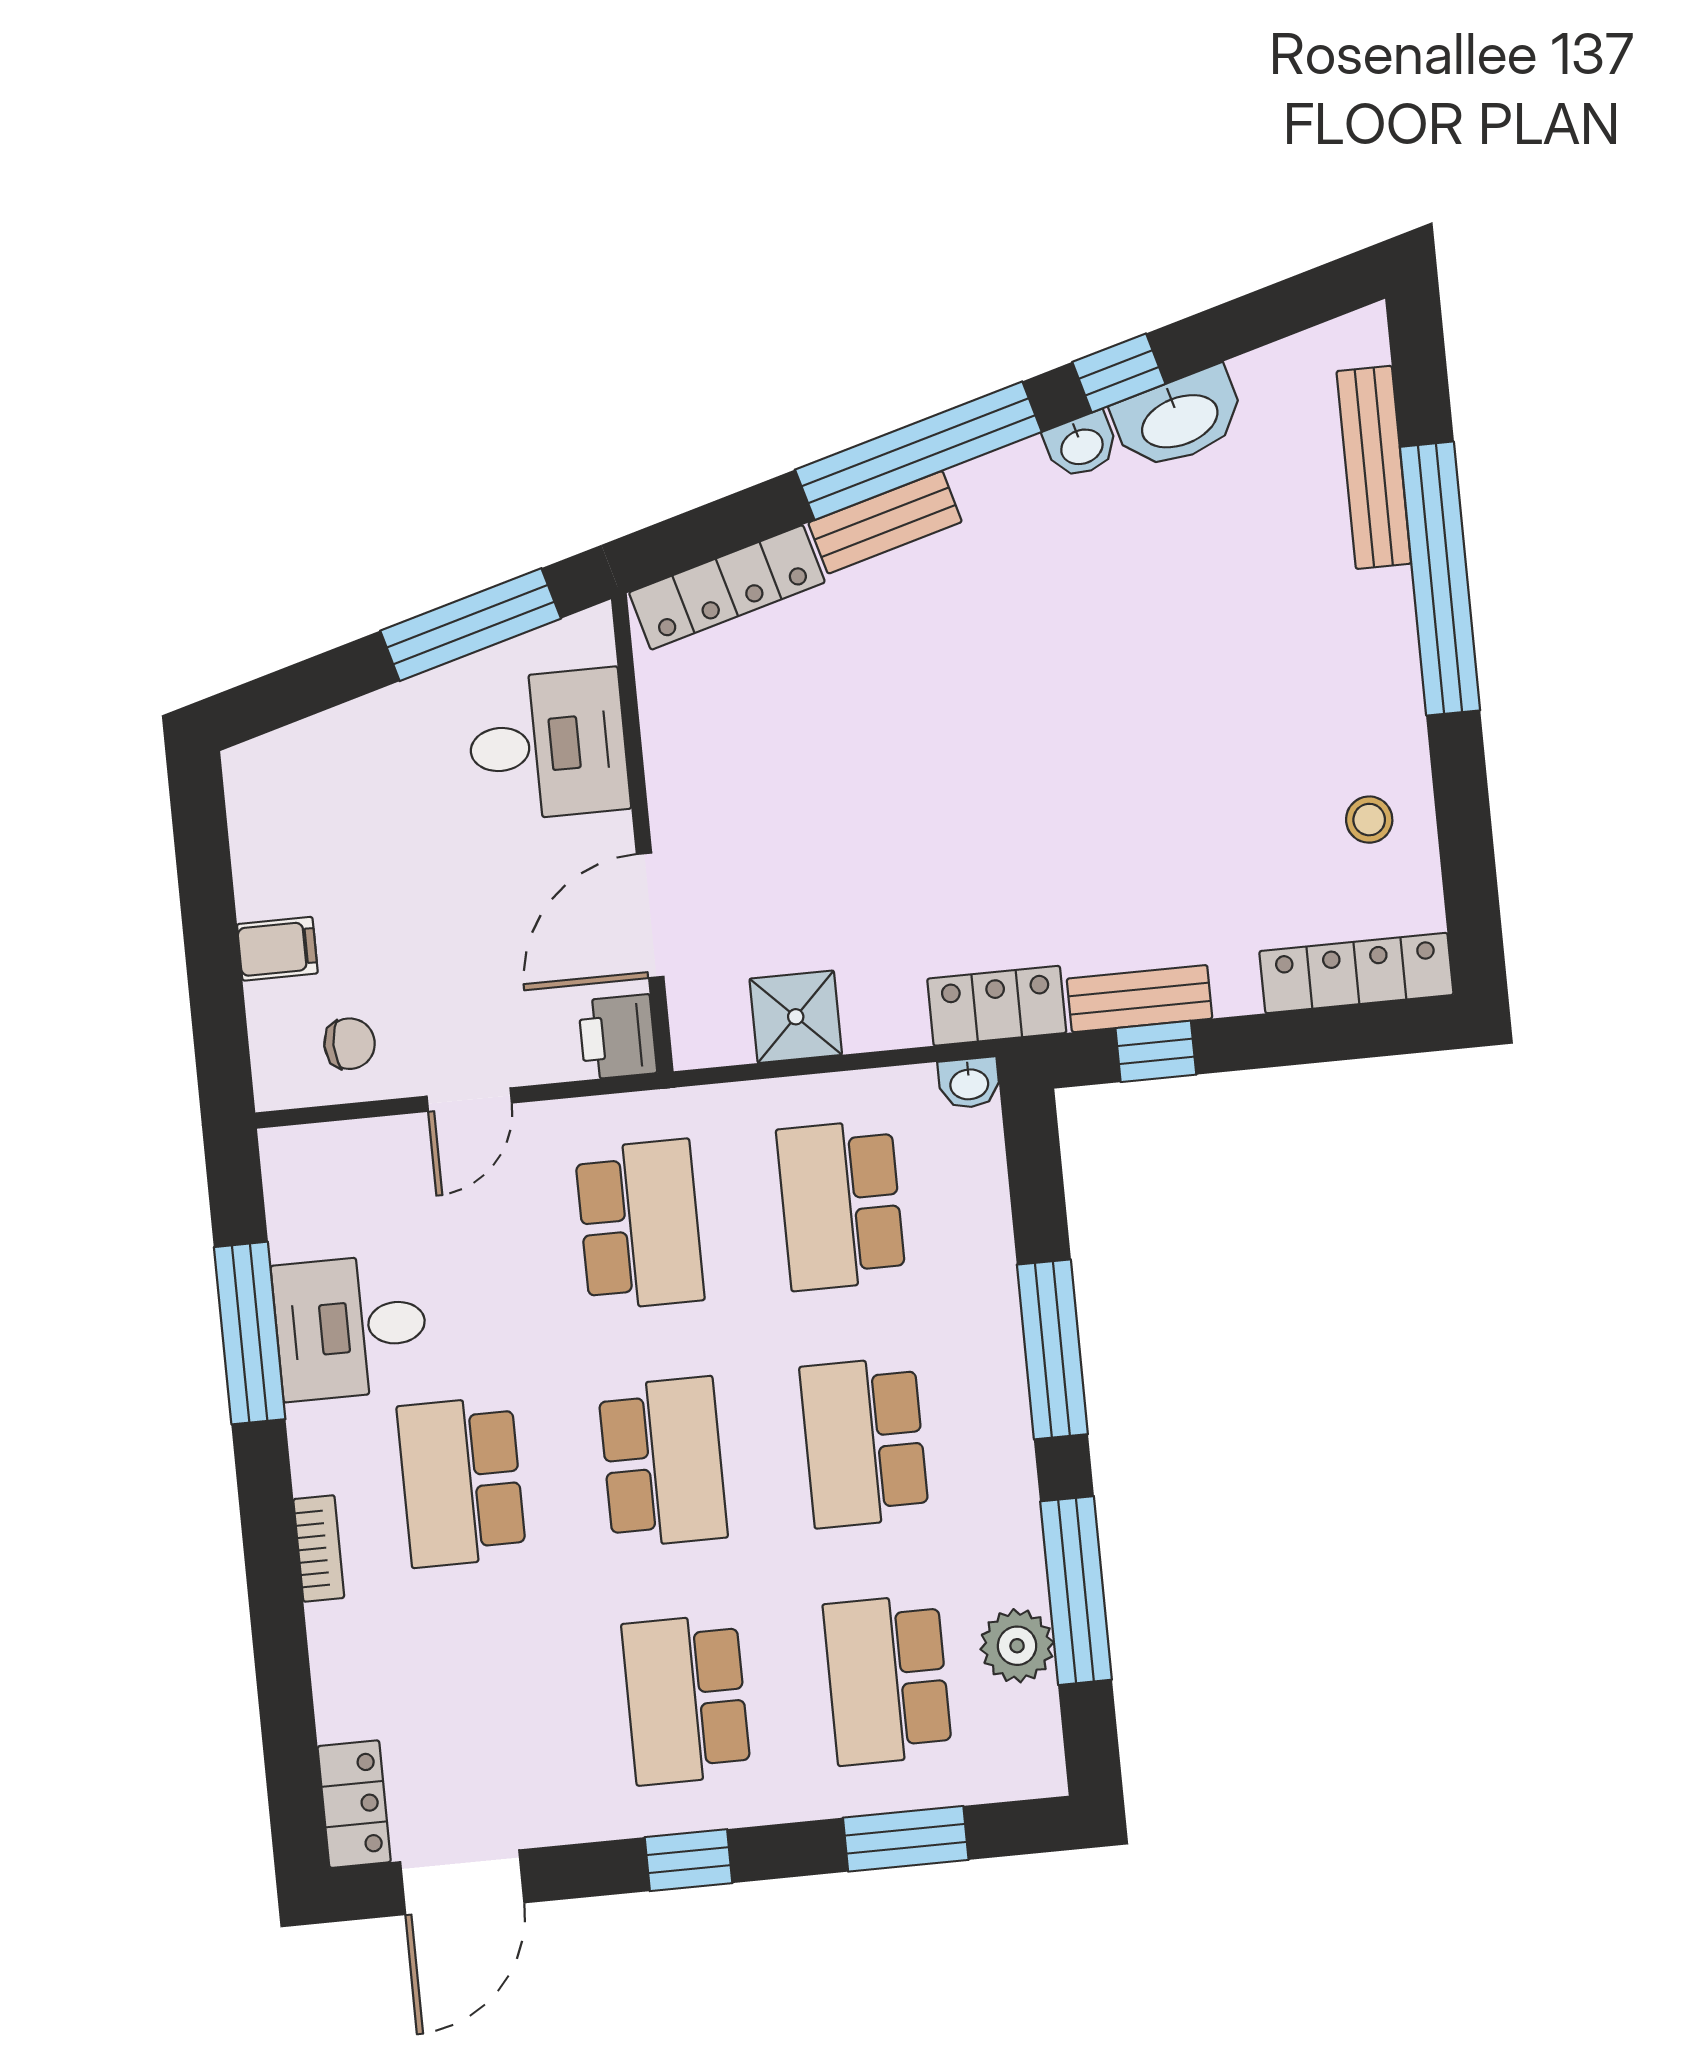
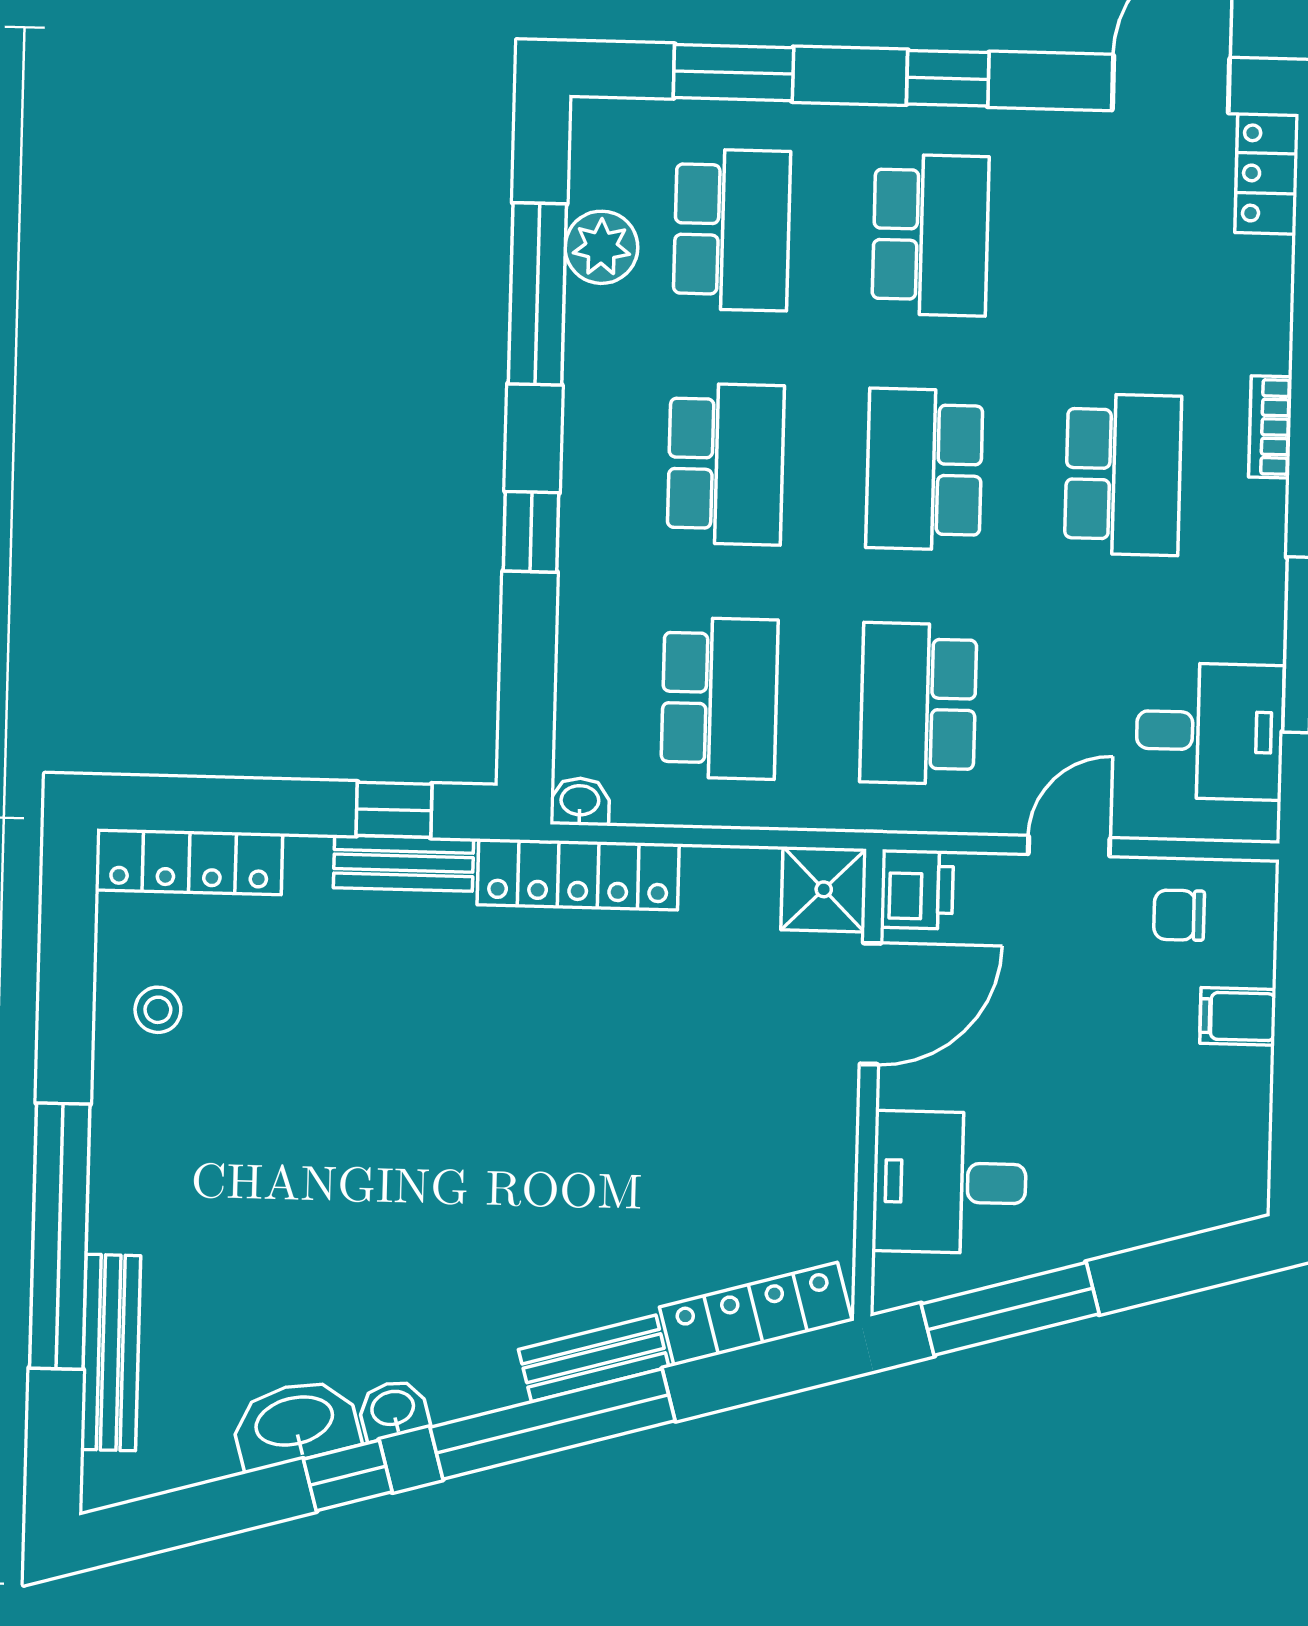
locker: (997, 1006) -> (578, 874), width x1.53
shower: (796, 1017) -> (824, 889), moved
desk: (351, 1327) -> (1210, 731), moved
window: (1052, 1349) -> (531, 532), width x0.46

